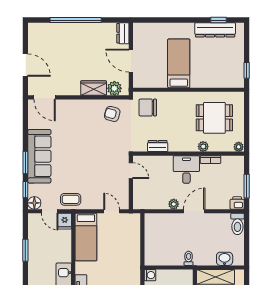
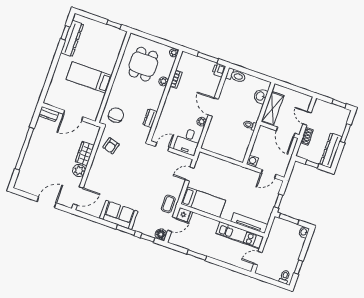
plant: (114, 88) -> (79, 171), moved
chair: (148, 108) -> (116, 115), turned 180
sofa: (39, 156) -> (119, 215), width x0.73
desk: (186, 169) -> (188, 141), moved, turned -90

